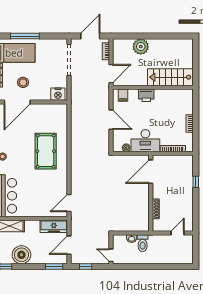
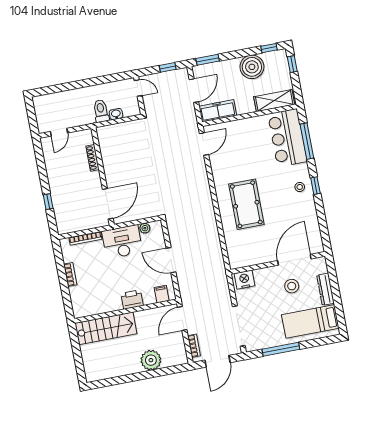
window: (25, 36) -> (281, 349), moved

